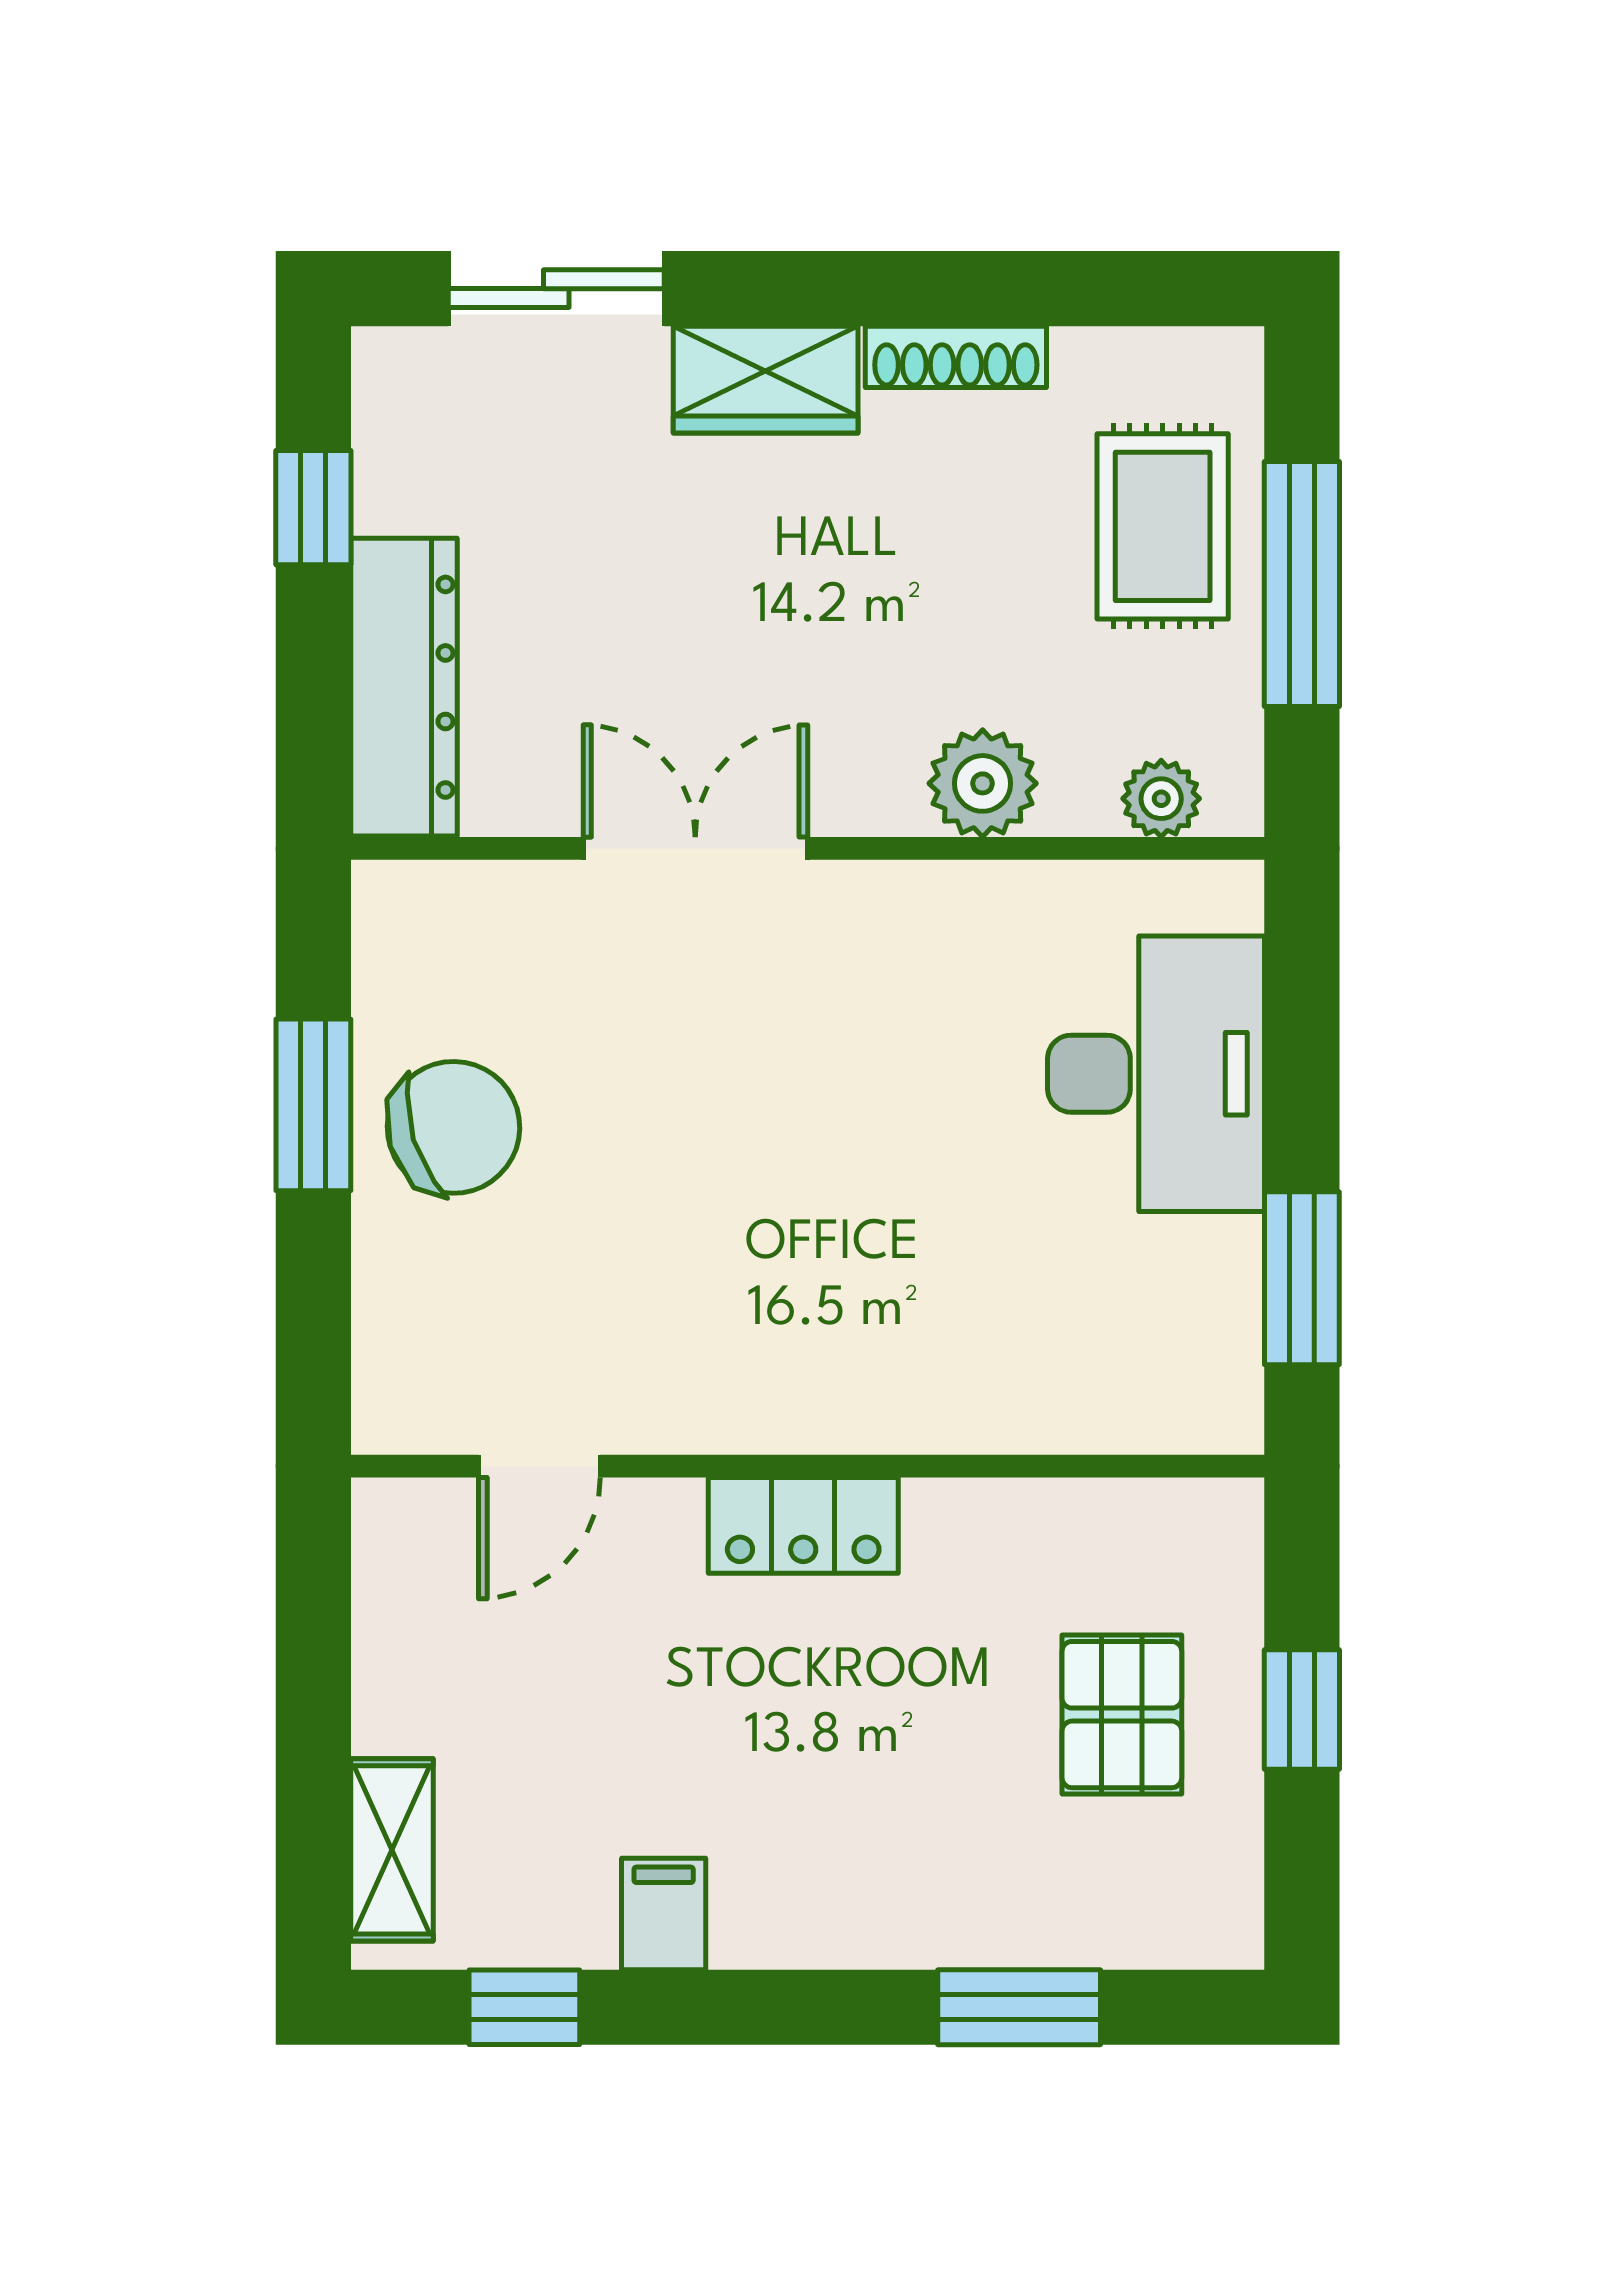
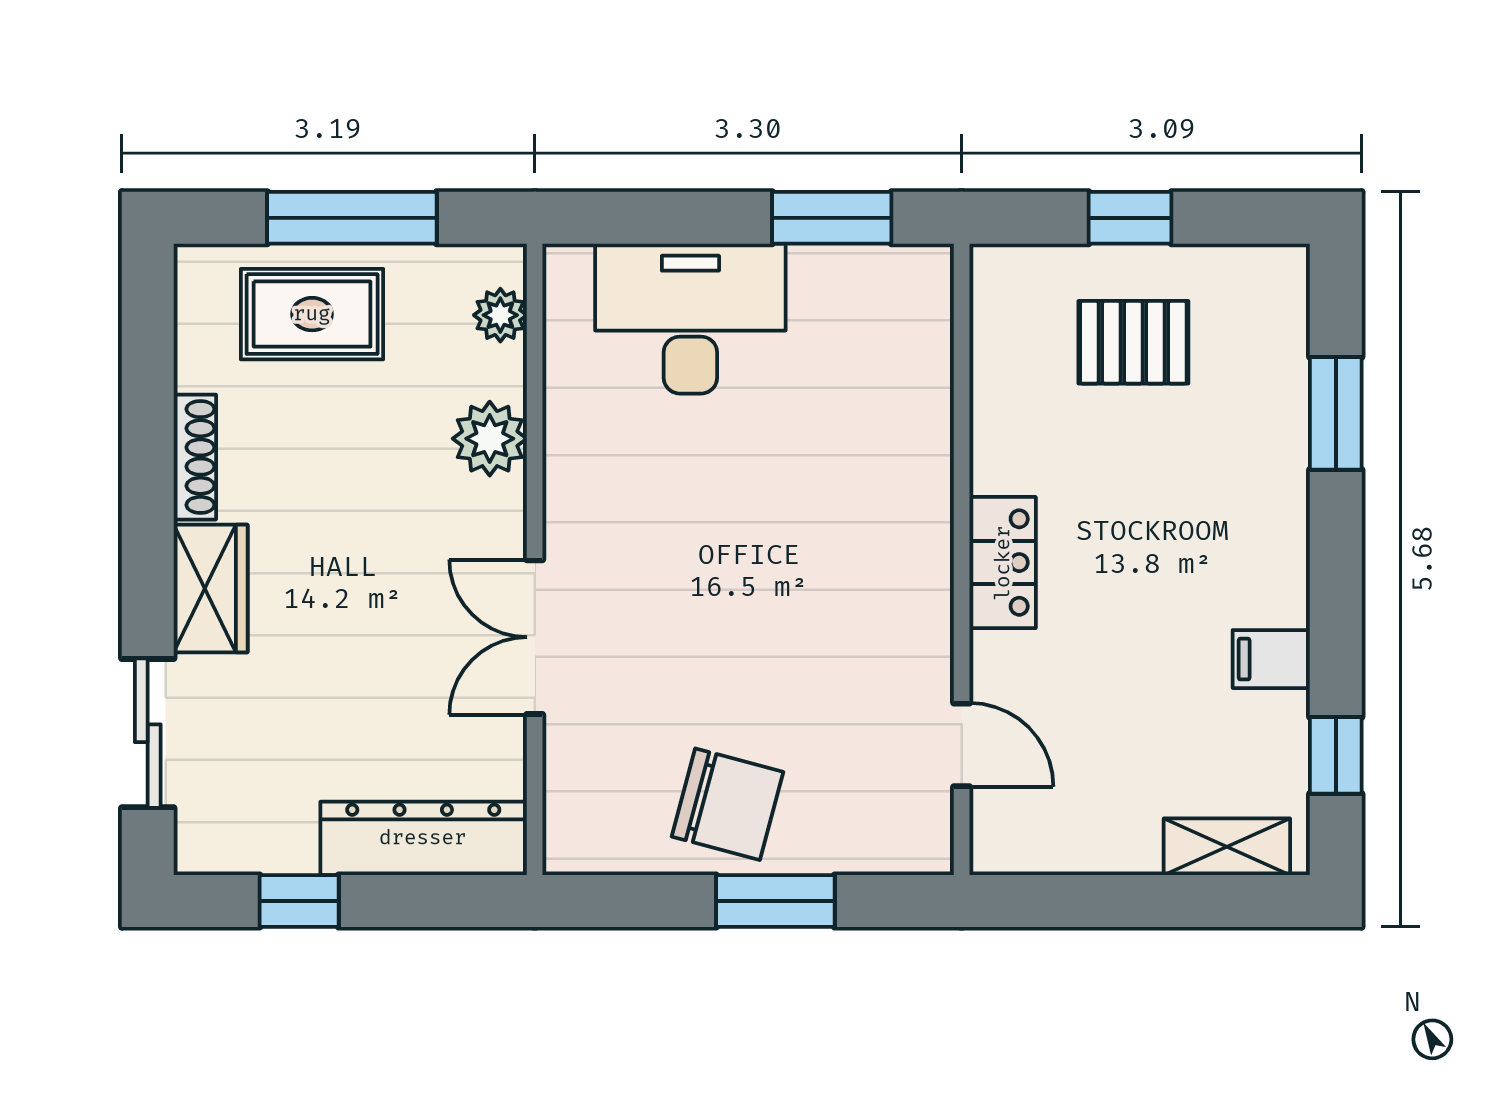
window: (313, 1105) -> (775, 901), moved
chair: (454, 1127) -> (727, 804), turned 122

